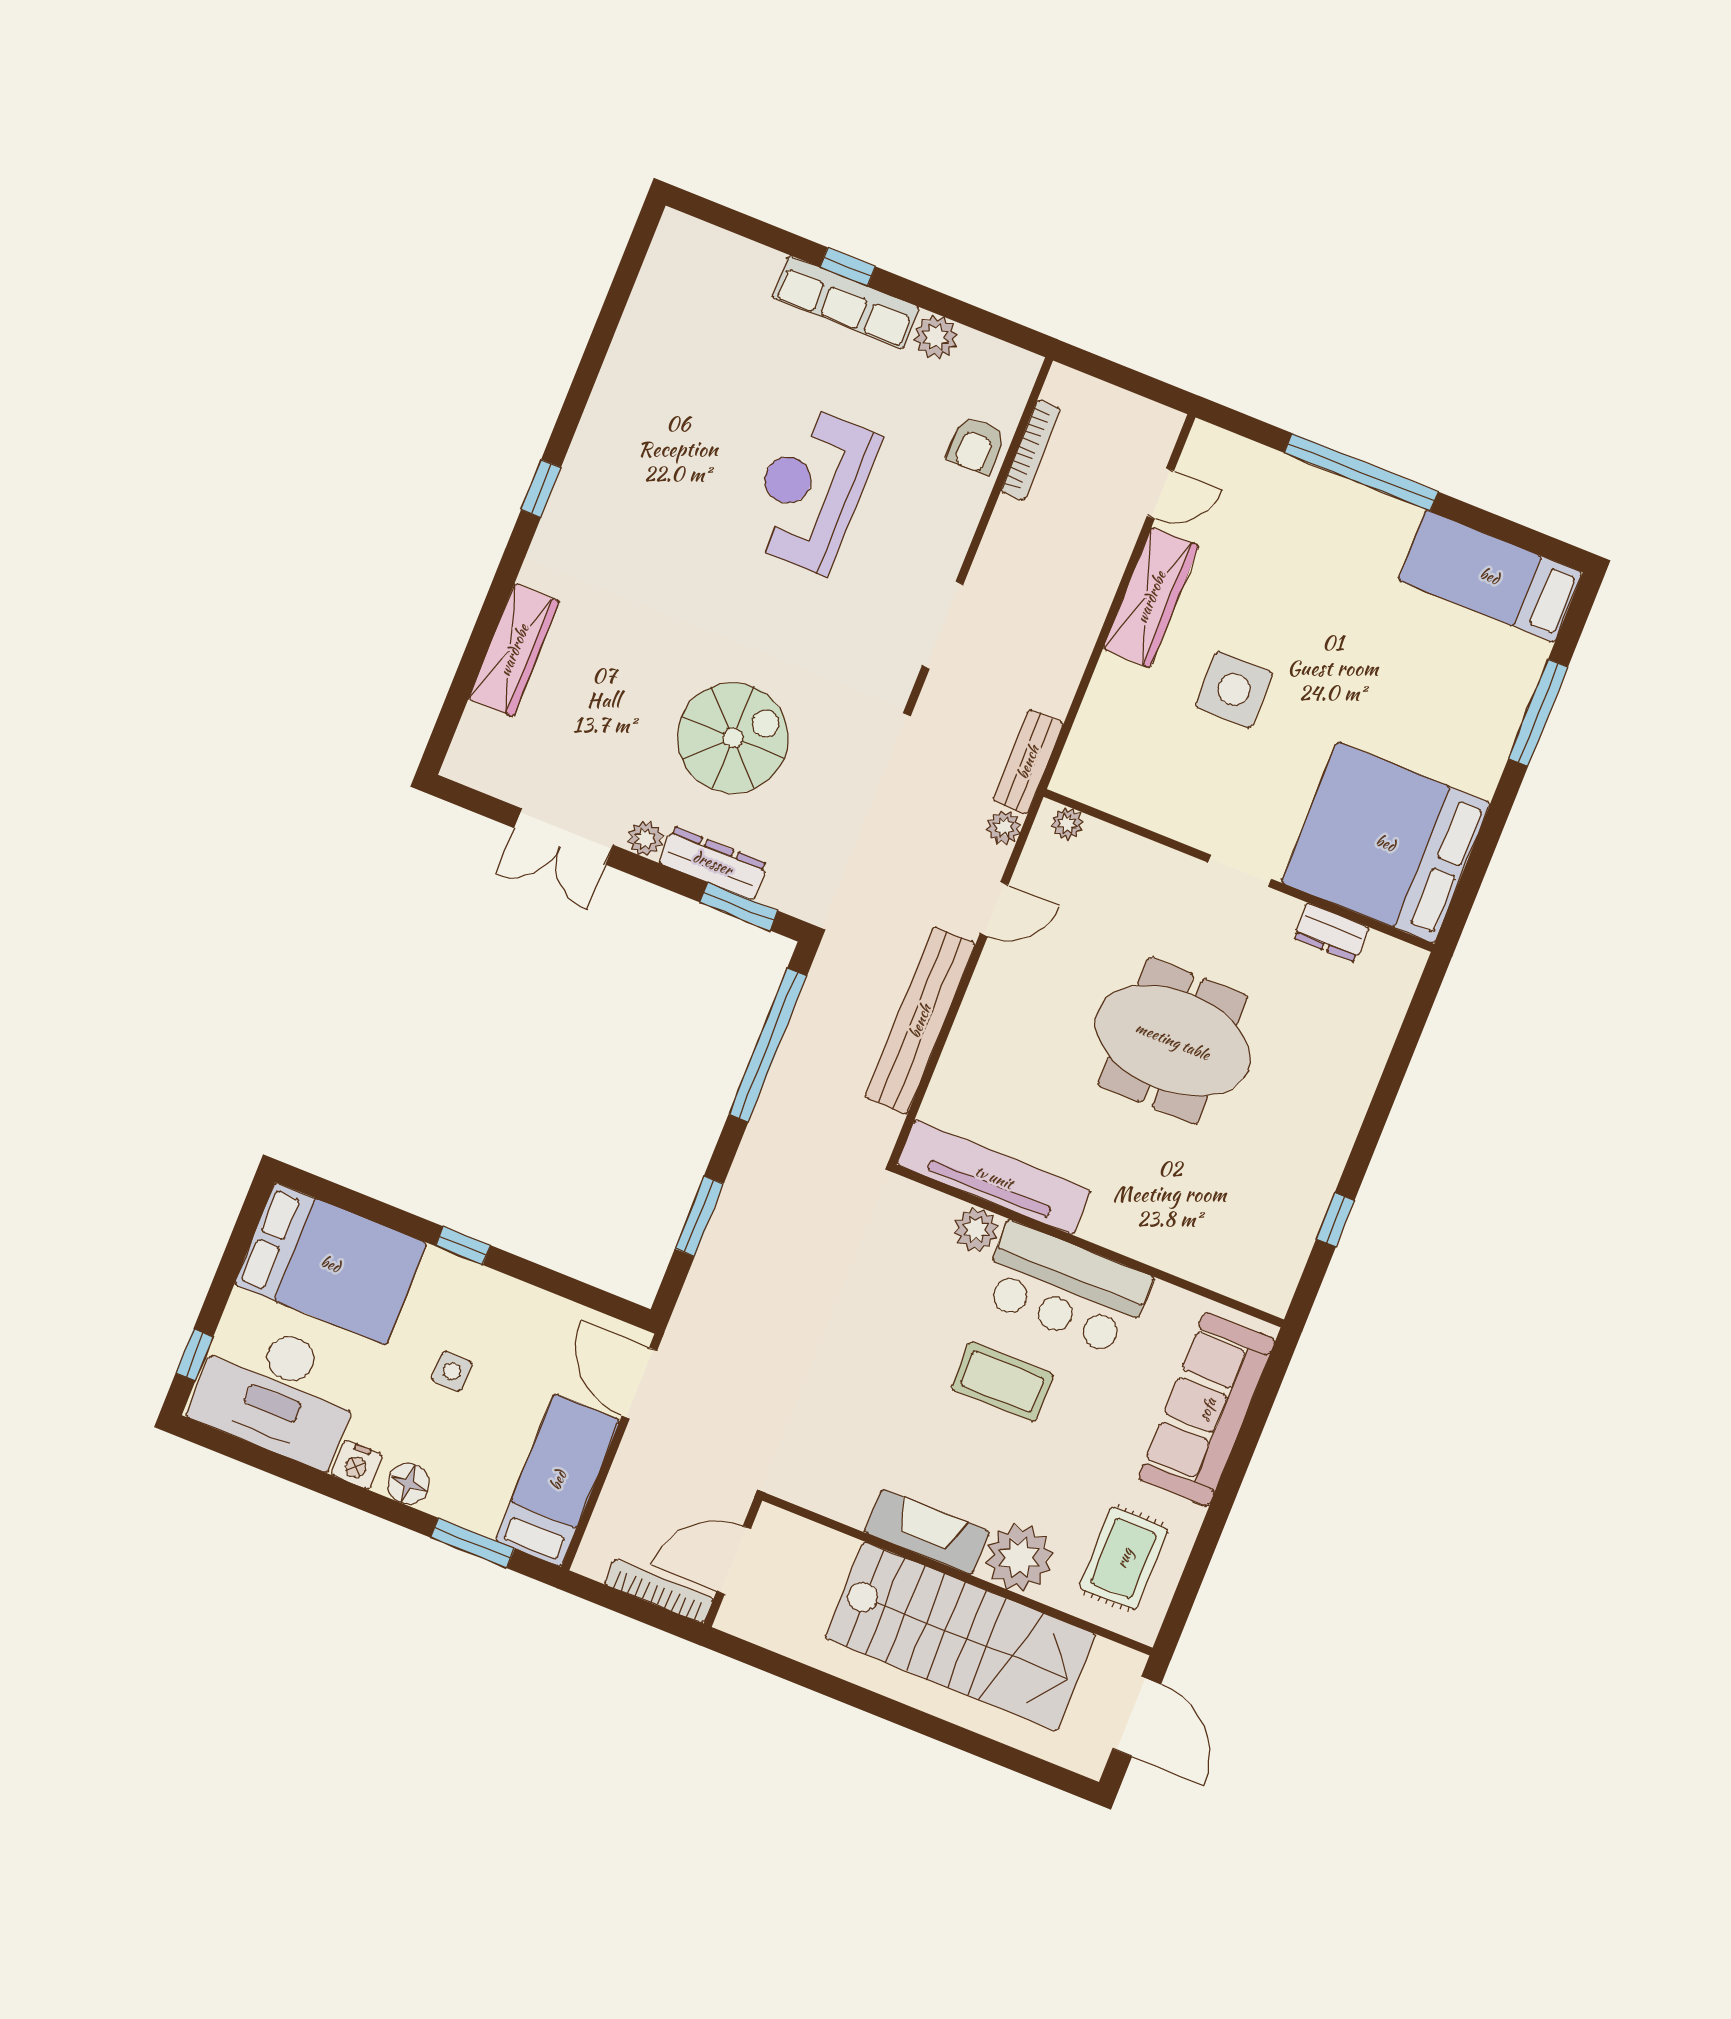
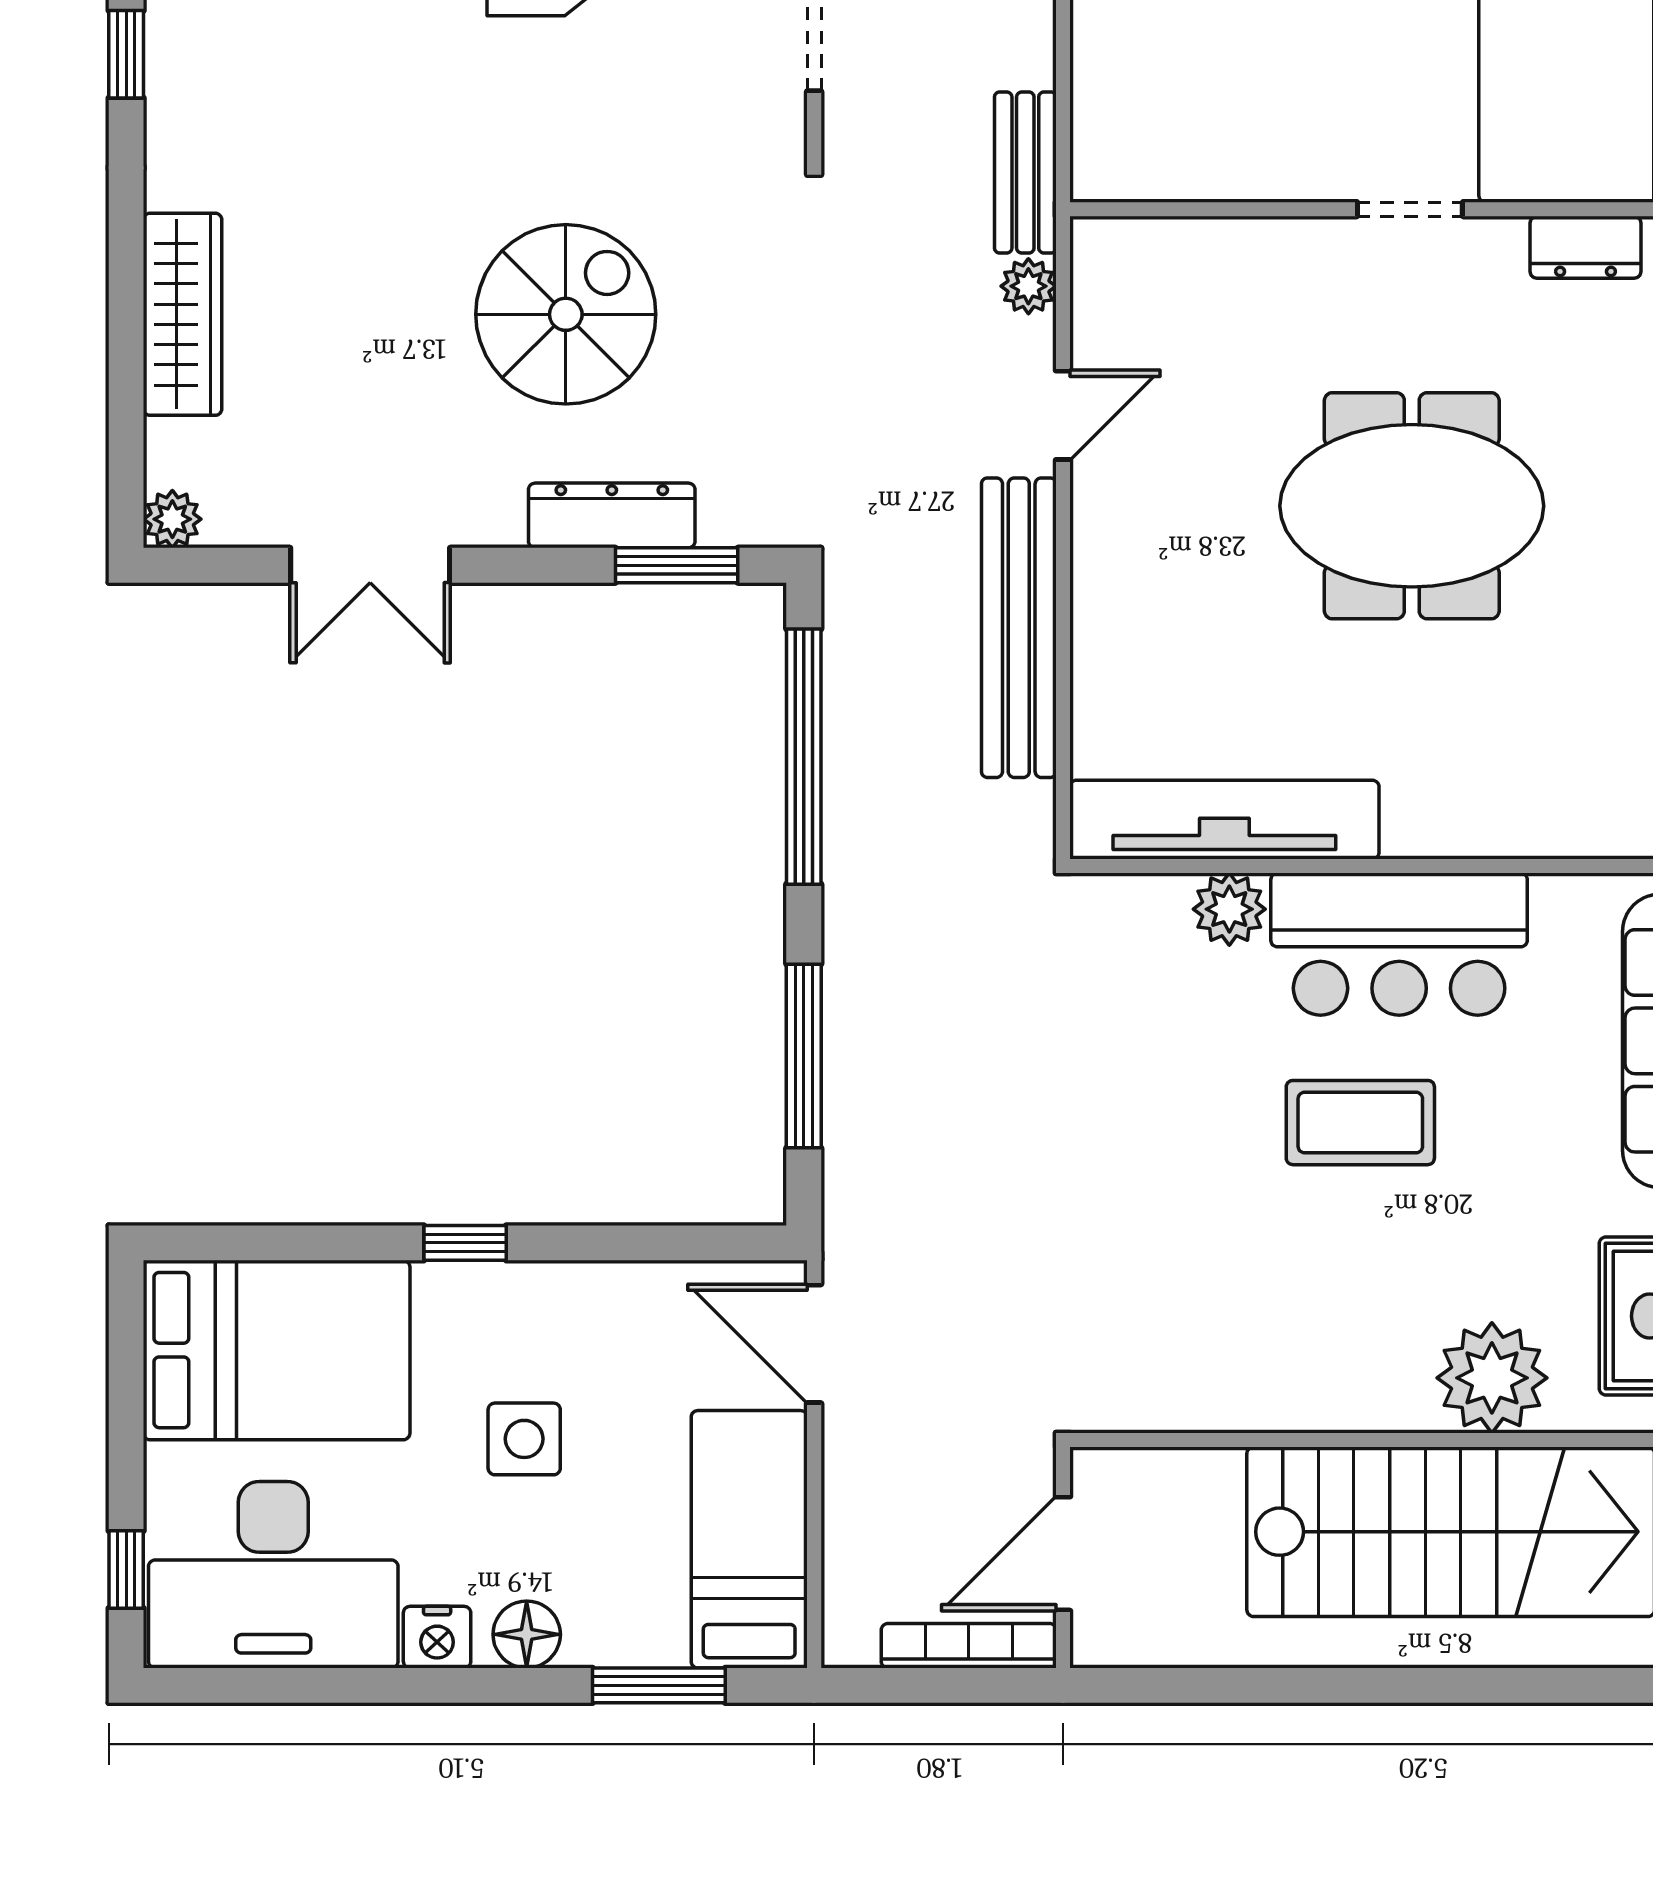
plant: (1067, 823) -> (1121, 242), removed
plant: (645, 839) -> (172, 519), moved
window: (699, 1216) -> (804, 1056), width x1.44
side table: (452, 1371) -> (524, 1439), width x1.37, depth x1.37
fireplace: (927, 1532) -> (1337, 1394), removed

